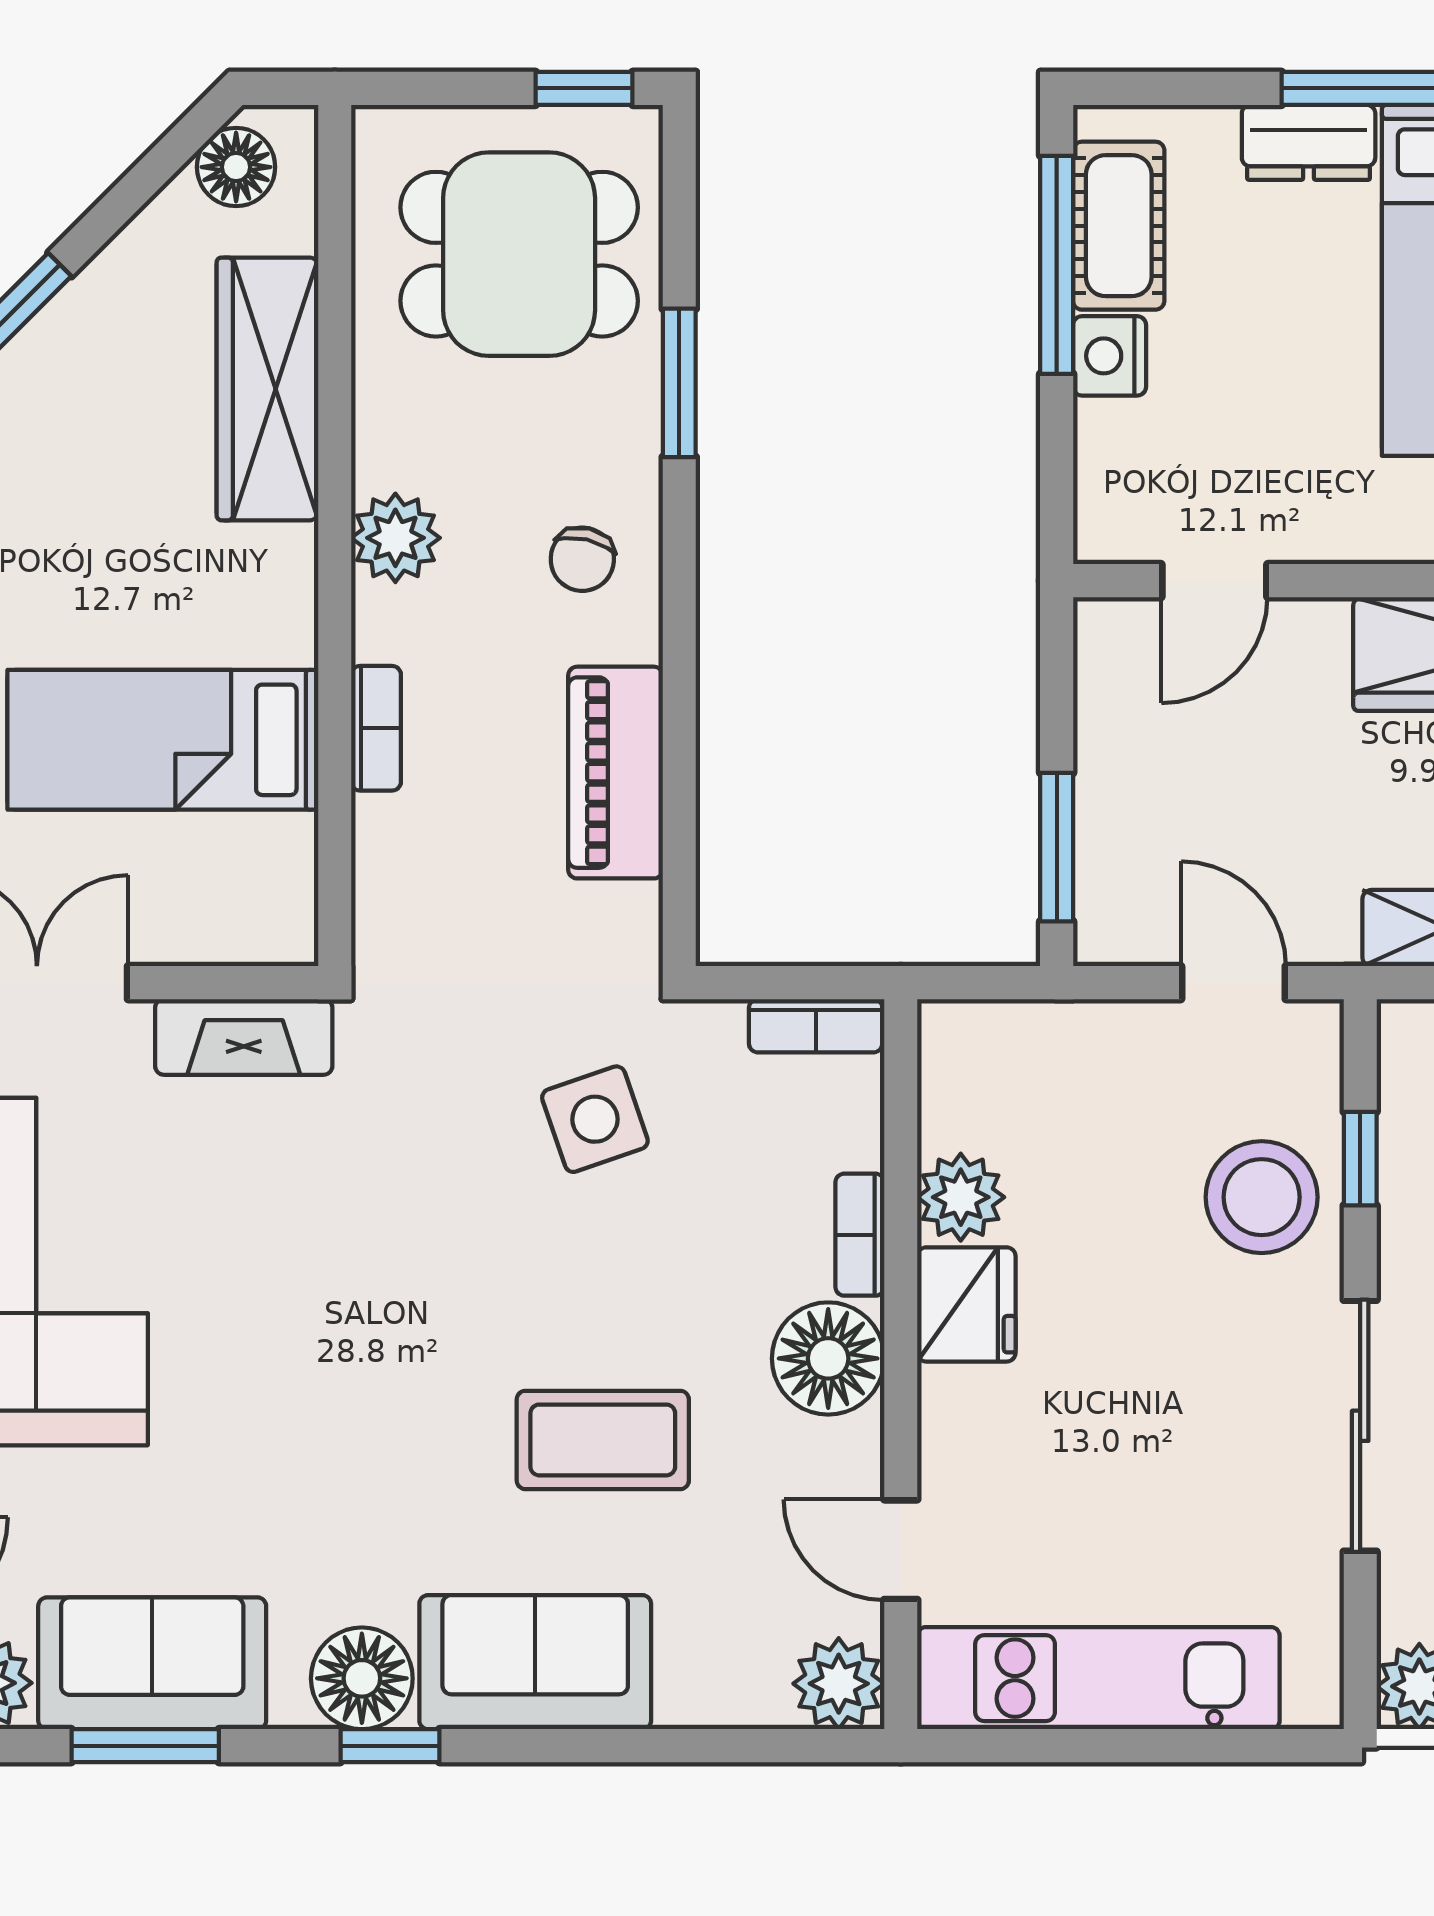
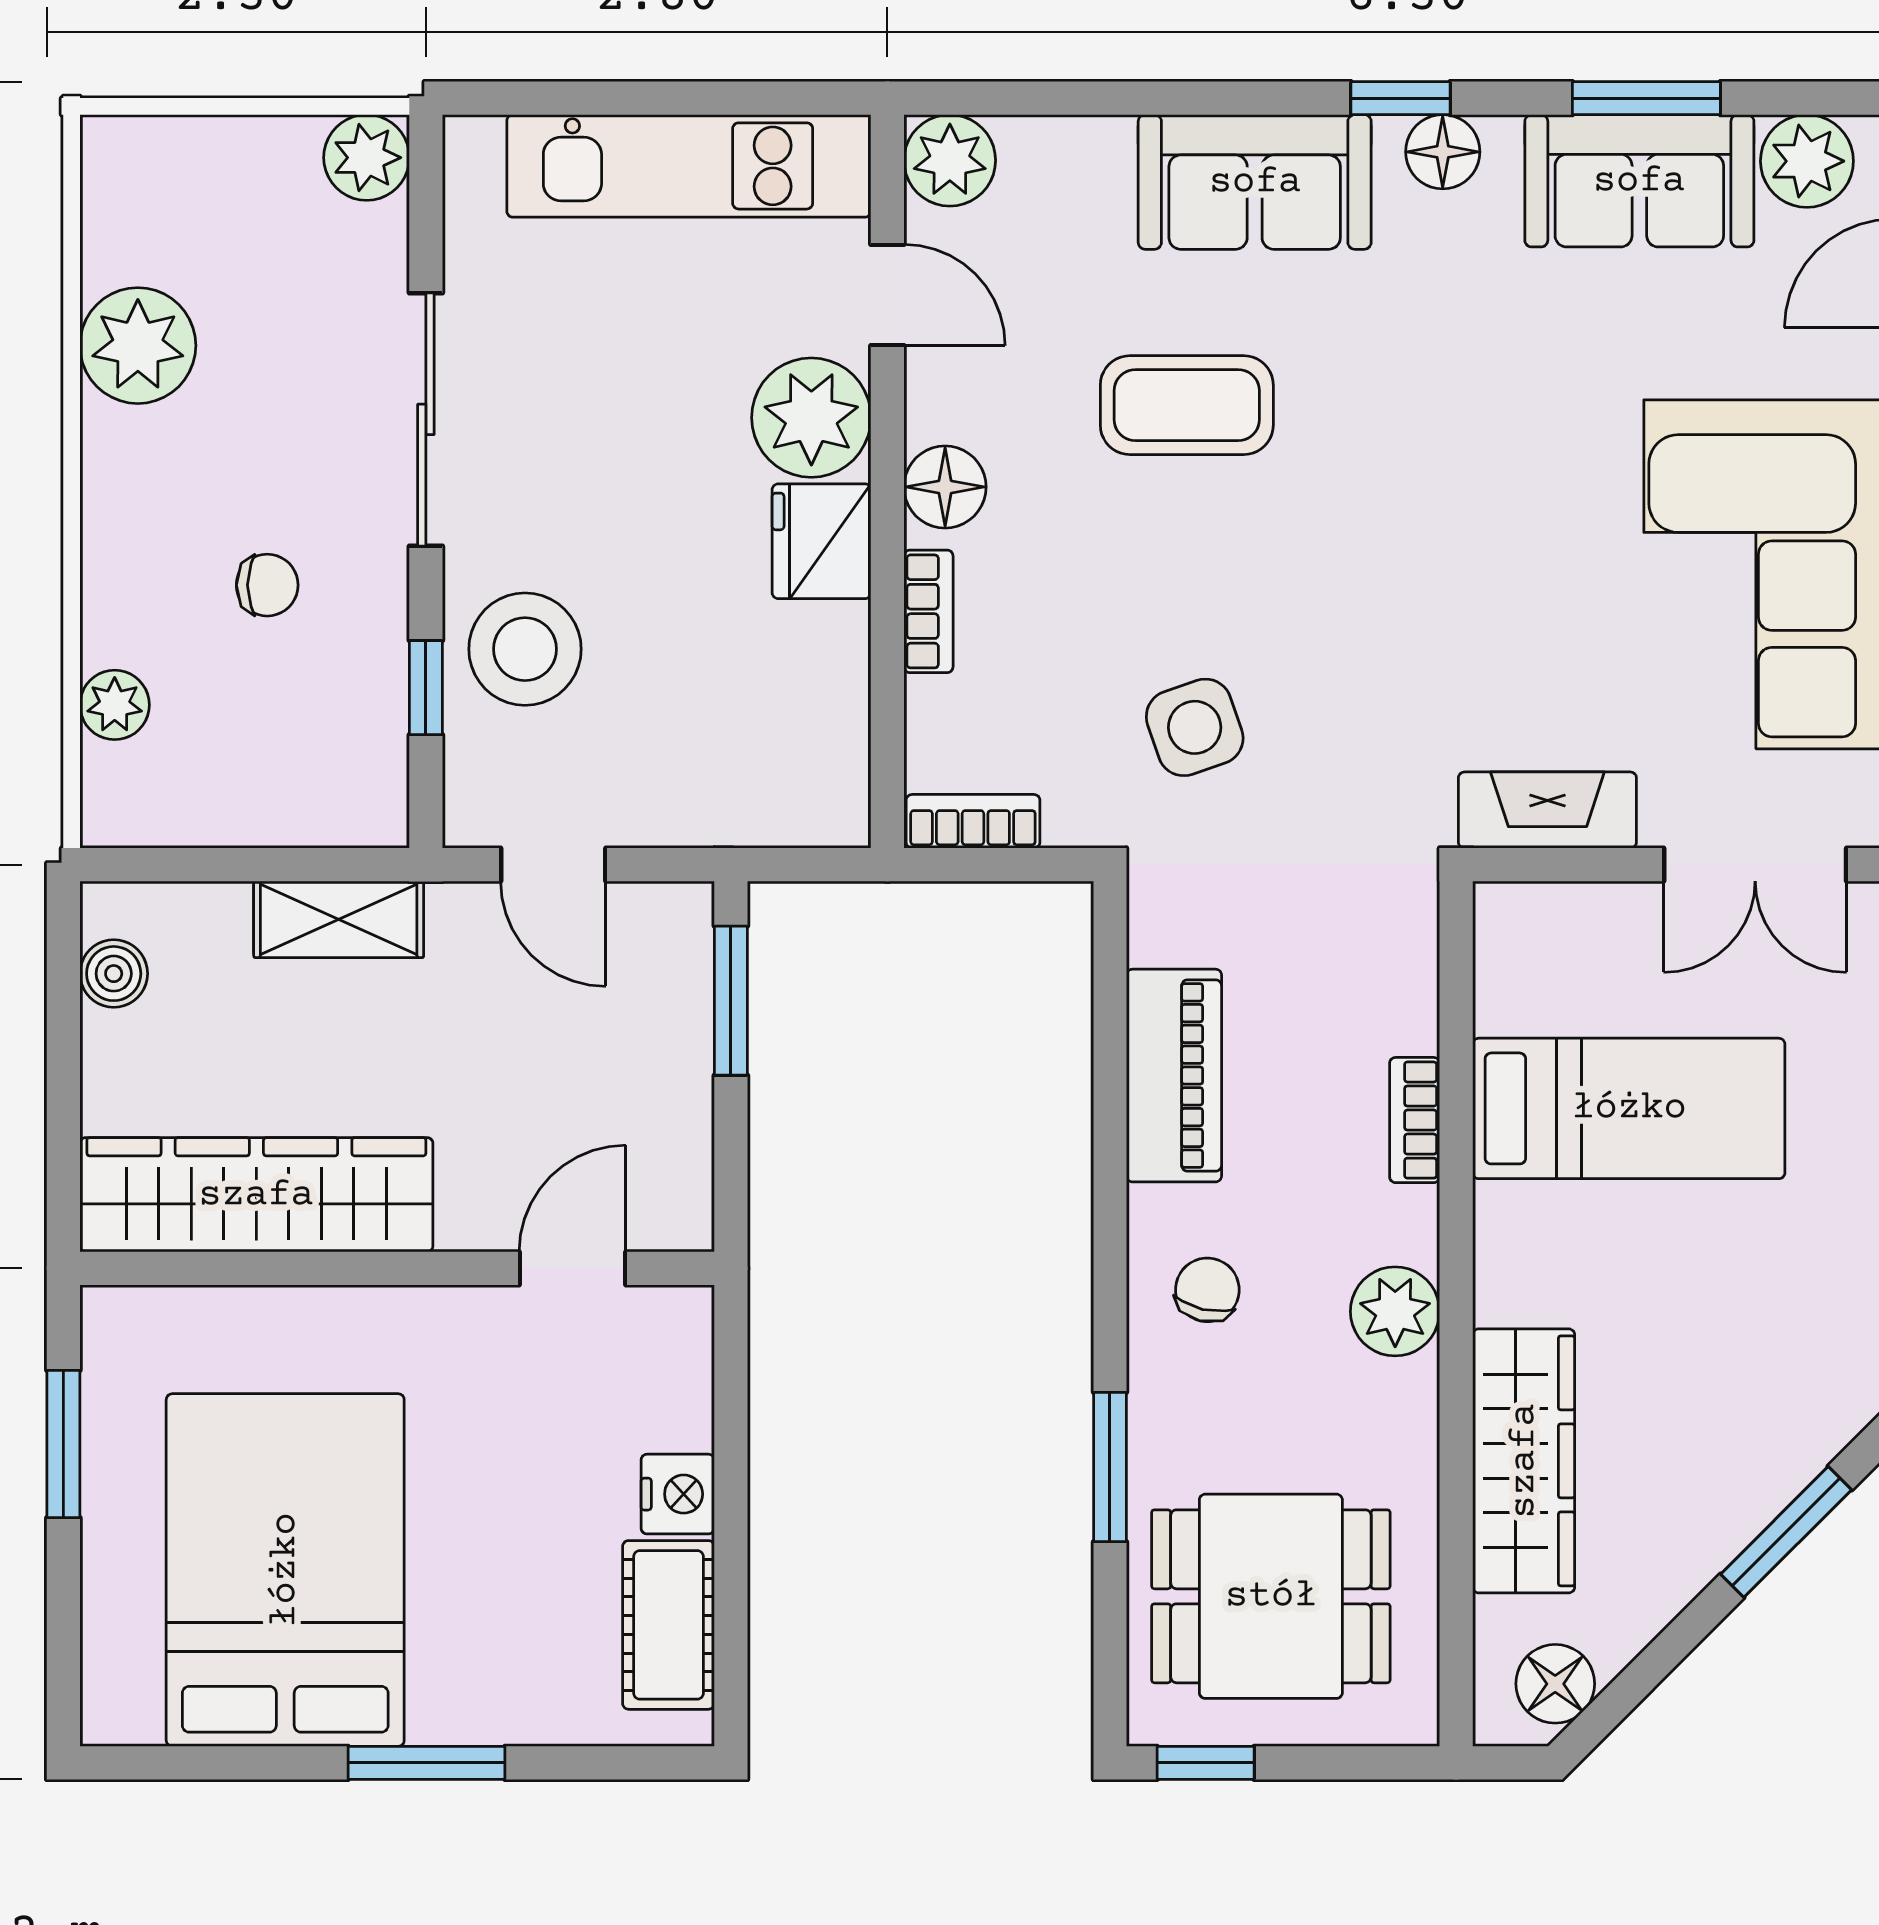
dresser: (1309, 142) -> (478, 1709), removed
window: (1057, 265) -> (731, 1586), removed
plant: (961, 1197) -> (811, 418), moved, width x1.36, depth x1.36
floor lamp: (828, 1358) -> (945, 487), width x0.73, depth x0.73
floor lamp: (362, 1678) -> (1443, 152), width x0.73, depth x0.73

